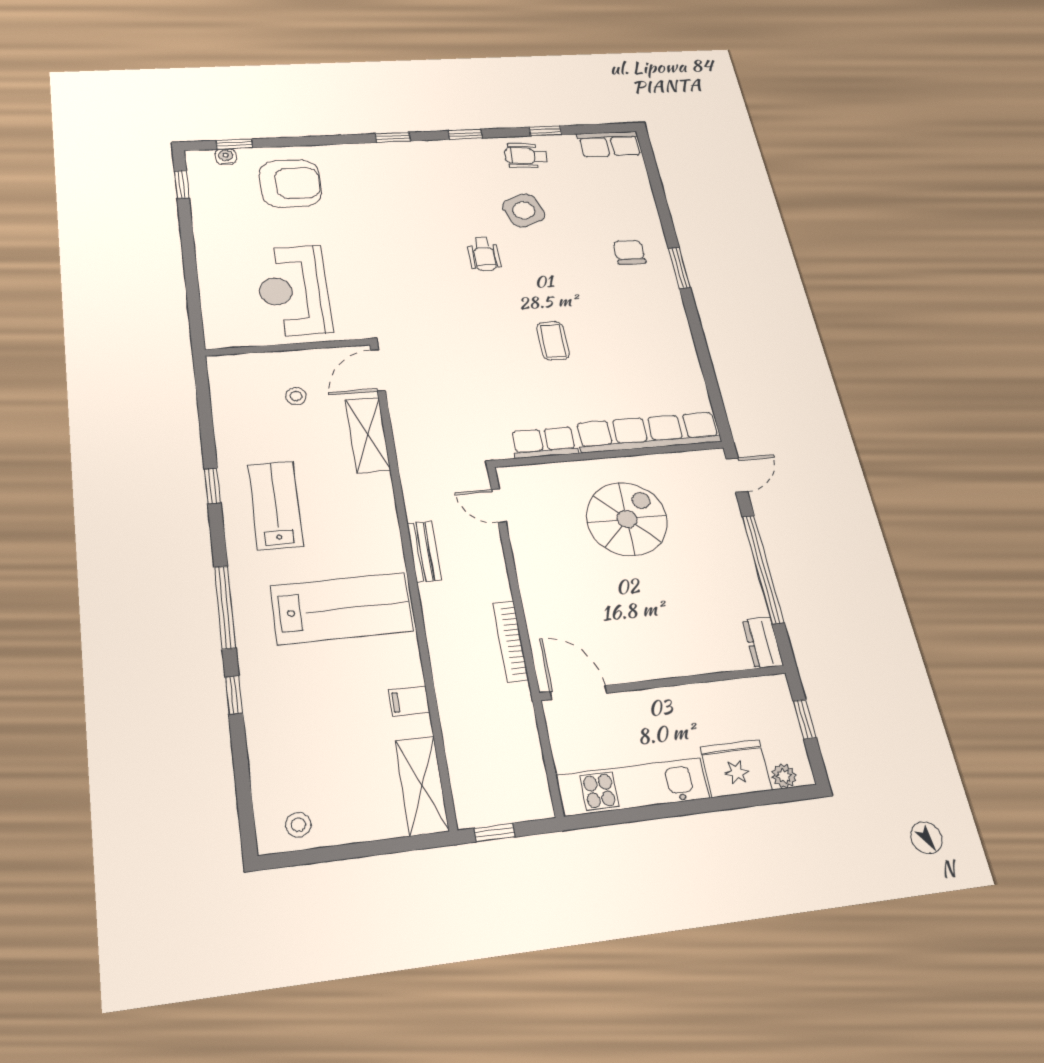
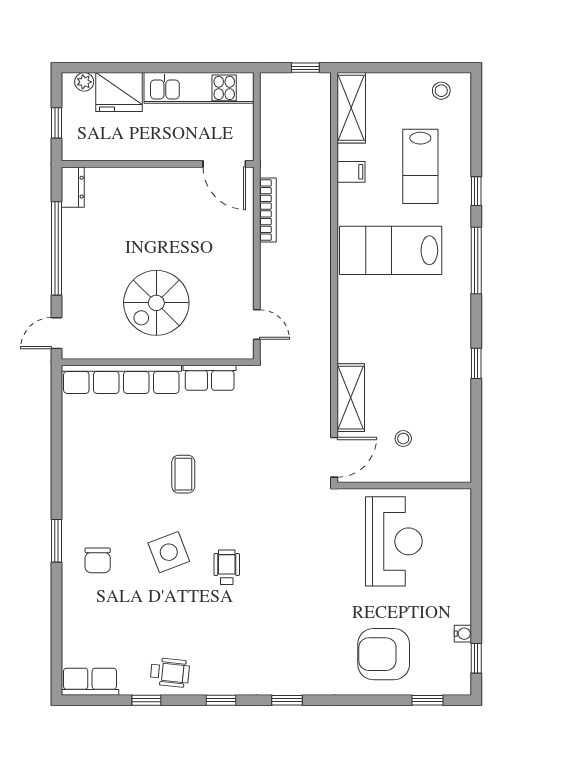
water cooler: (226, 156) -> (463, 634), moved, turned -90
side table: (524, 210) -> (169, 552), moved
lab bench: (275, 505) -> (420, 166), moved
bench: (424, 552) -> (322, 291), removed

